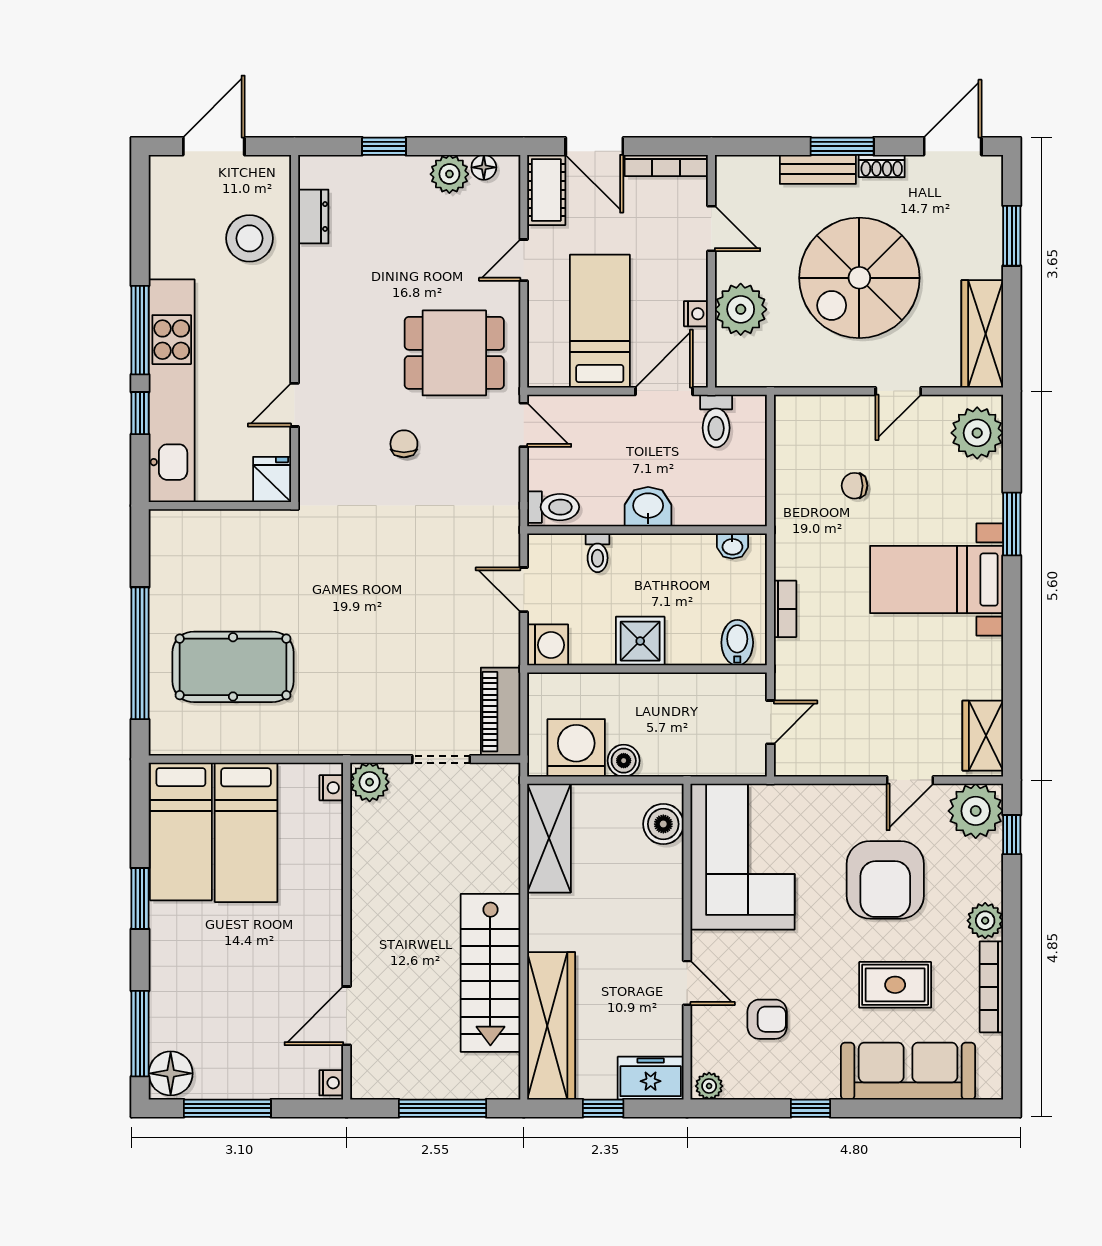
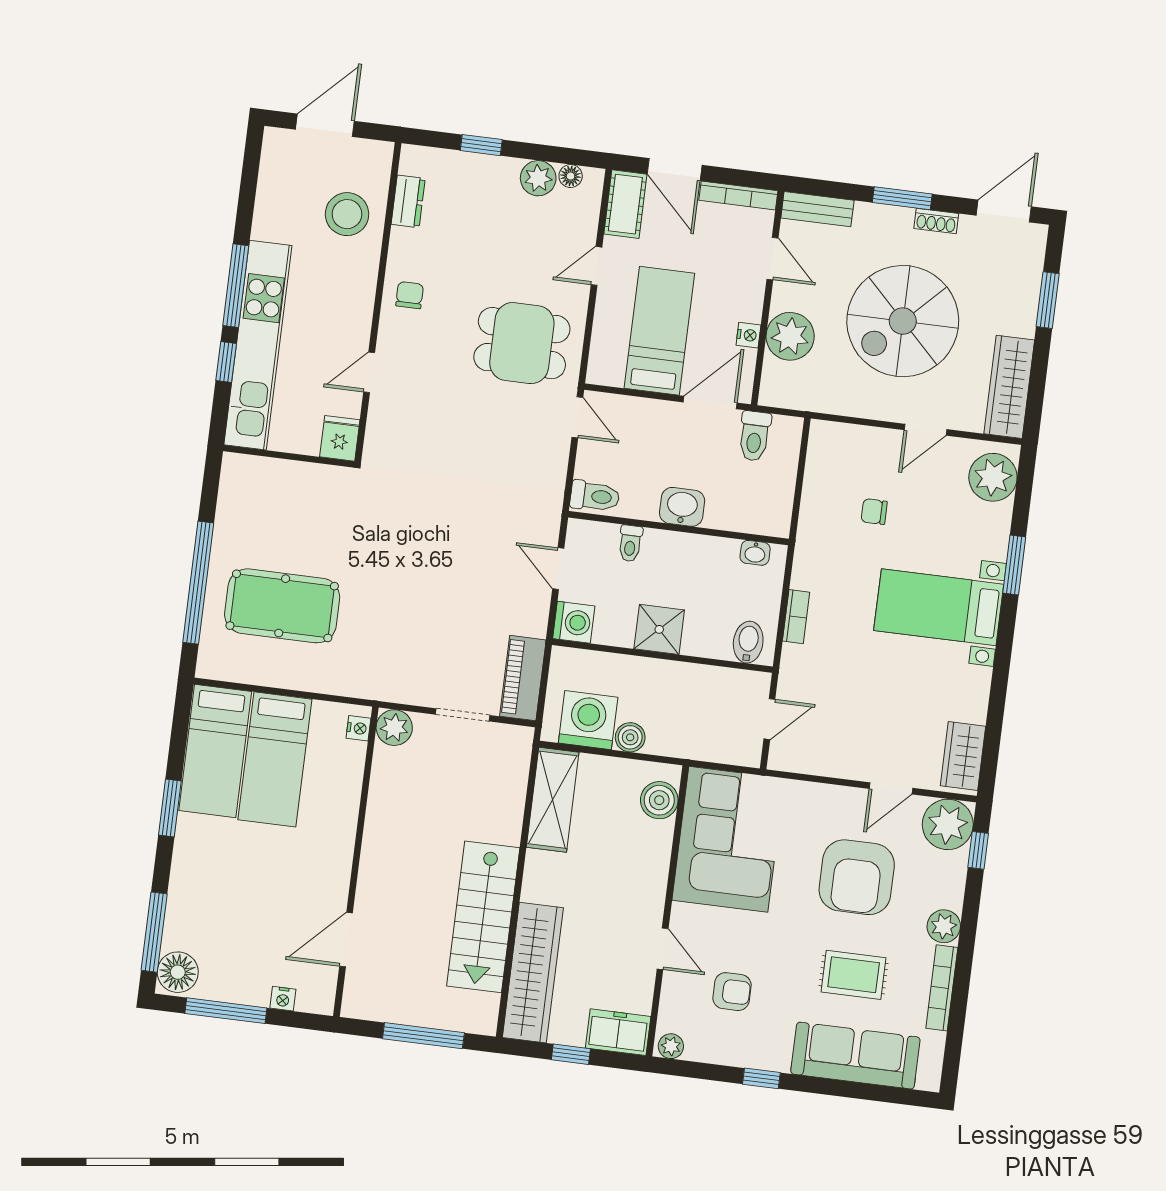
bench: (818, 169) -> (817, 209), moved
chair: (404, 444) -> (410, 295), moved
nightstand: (331, 1083) -> (283, 999), moved, turned 90

